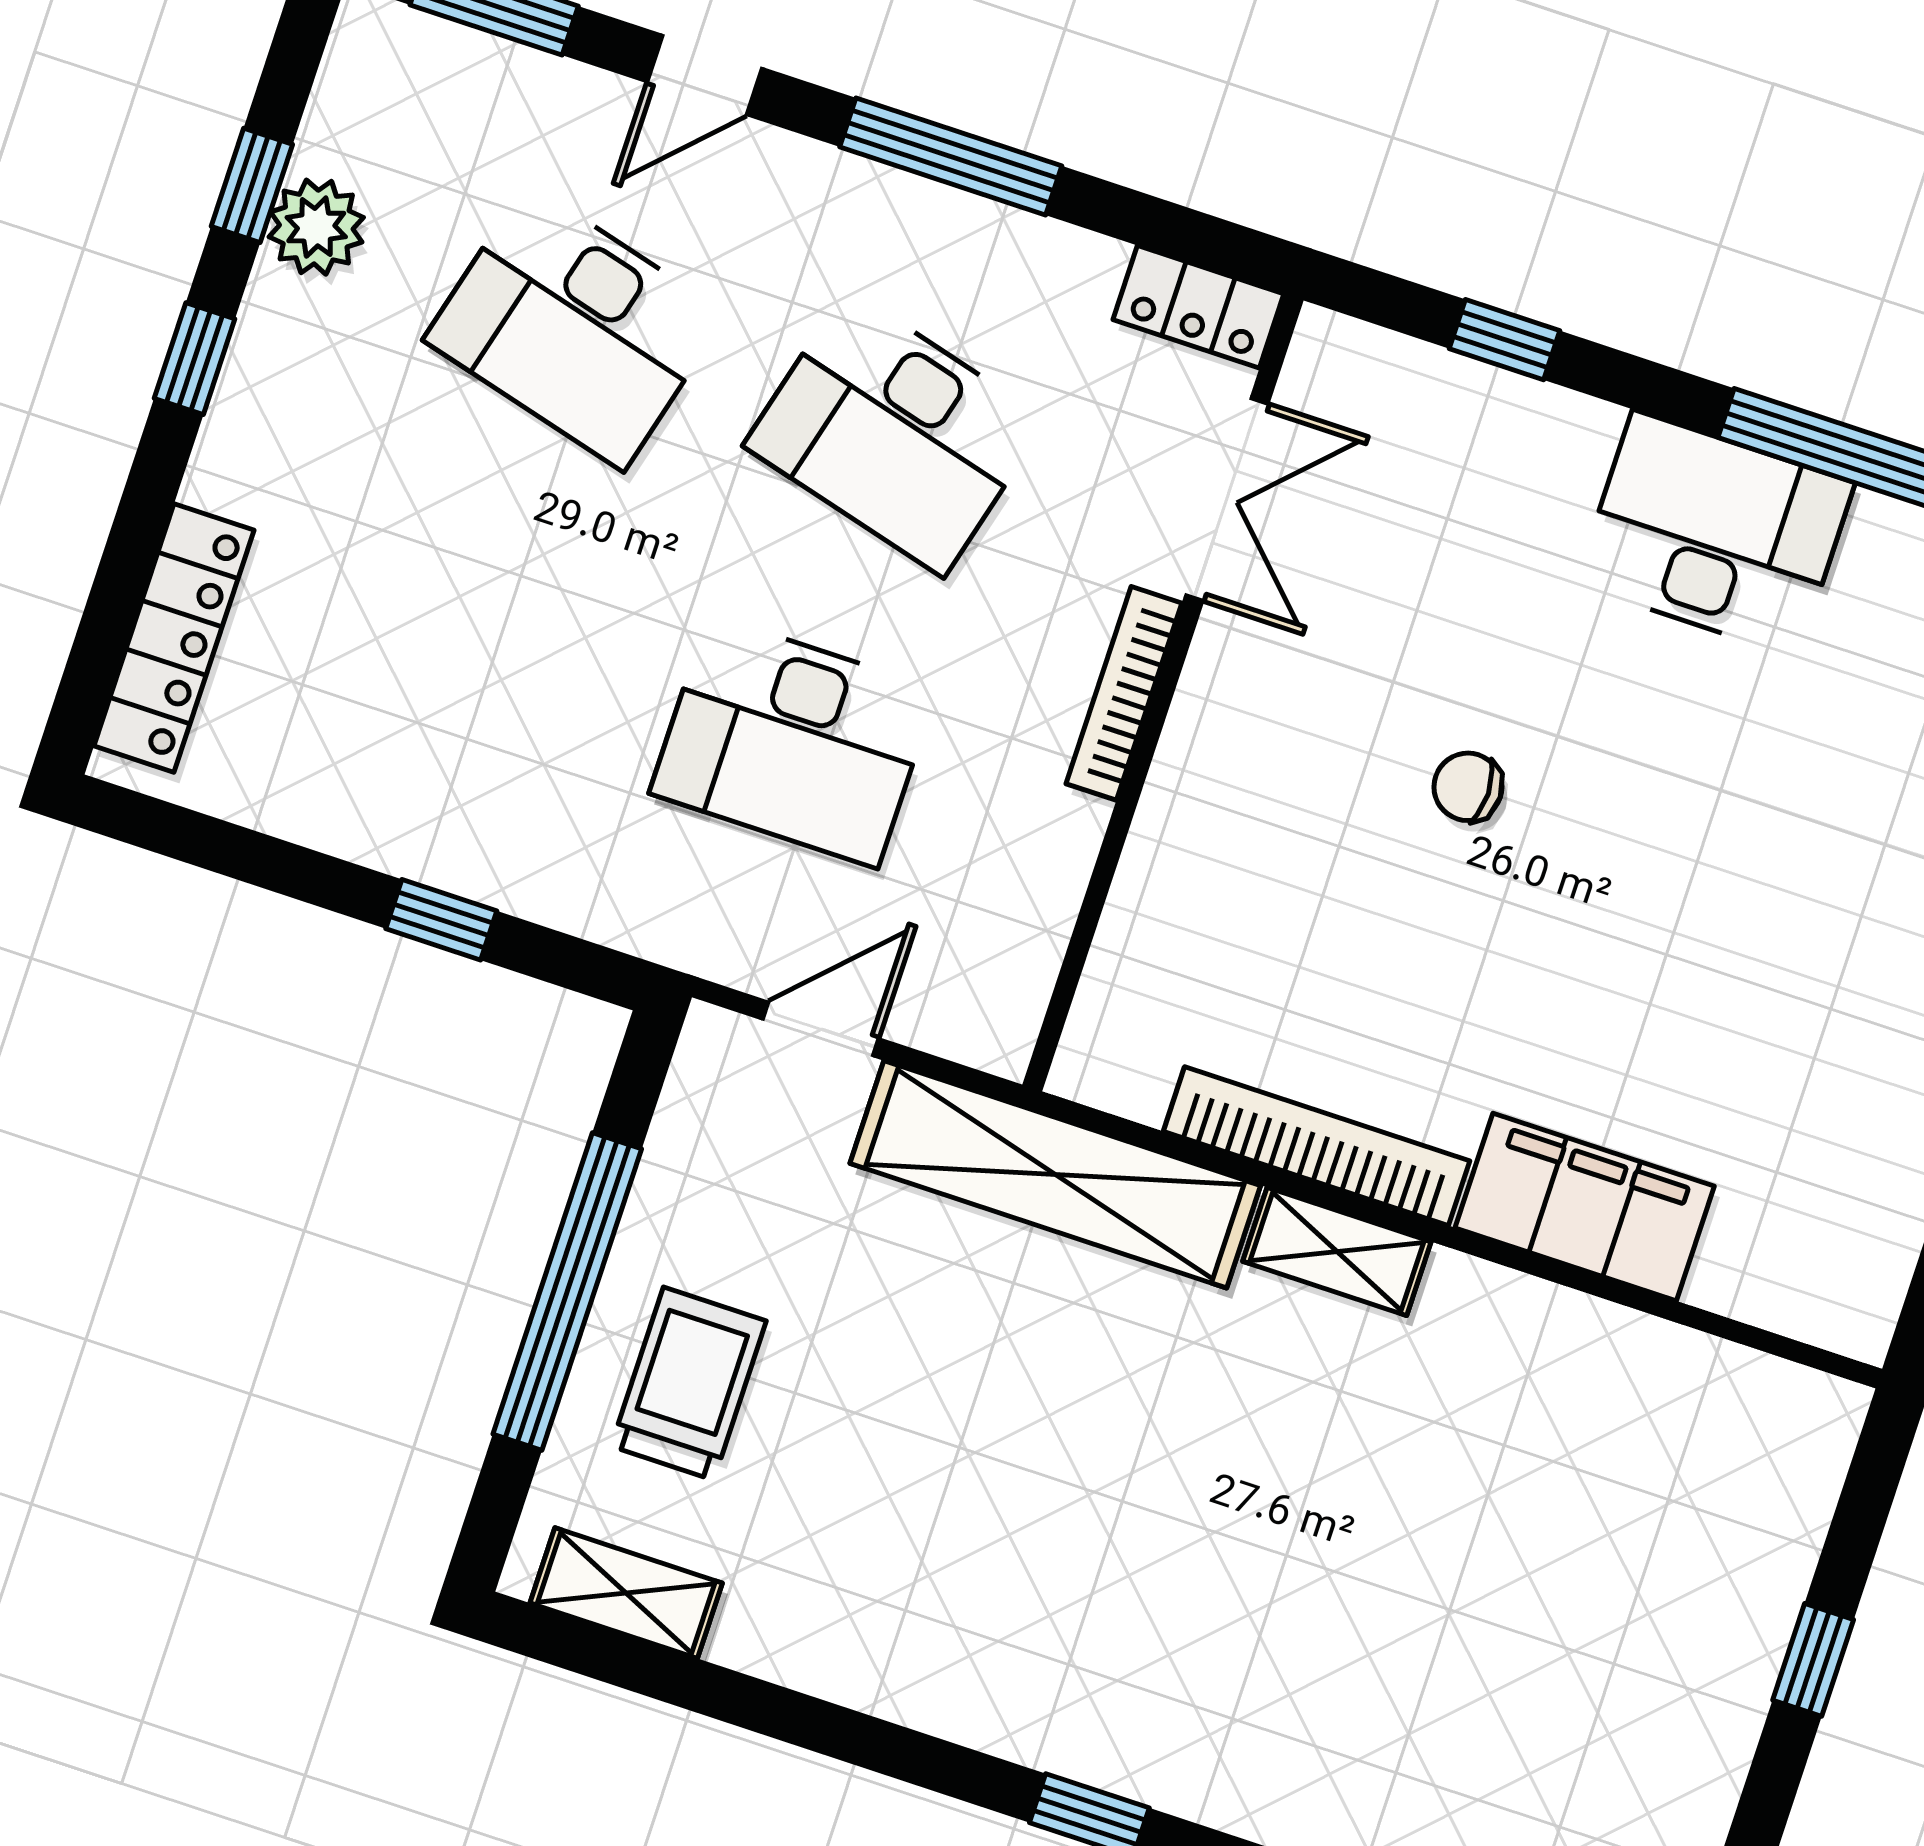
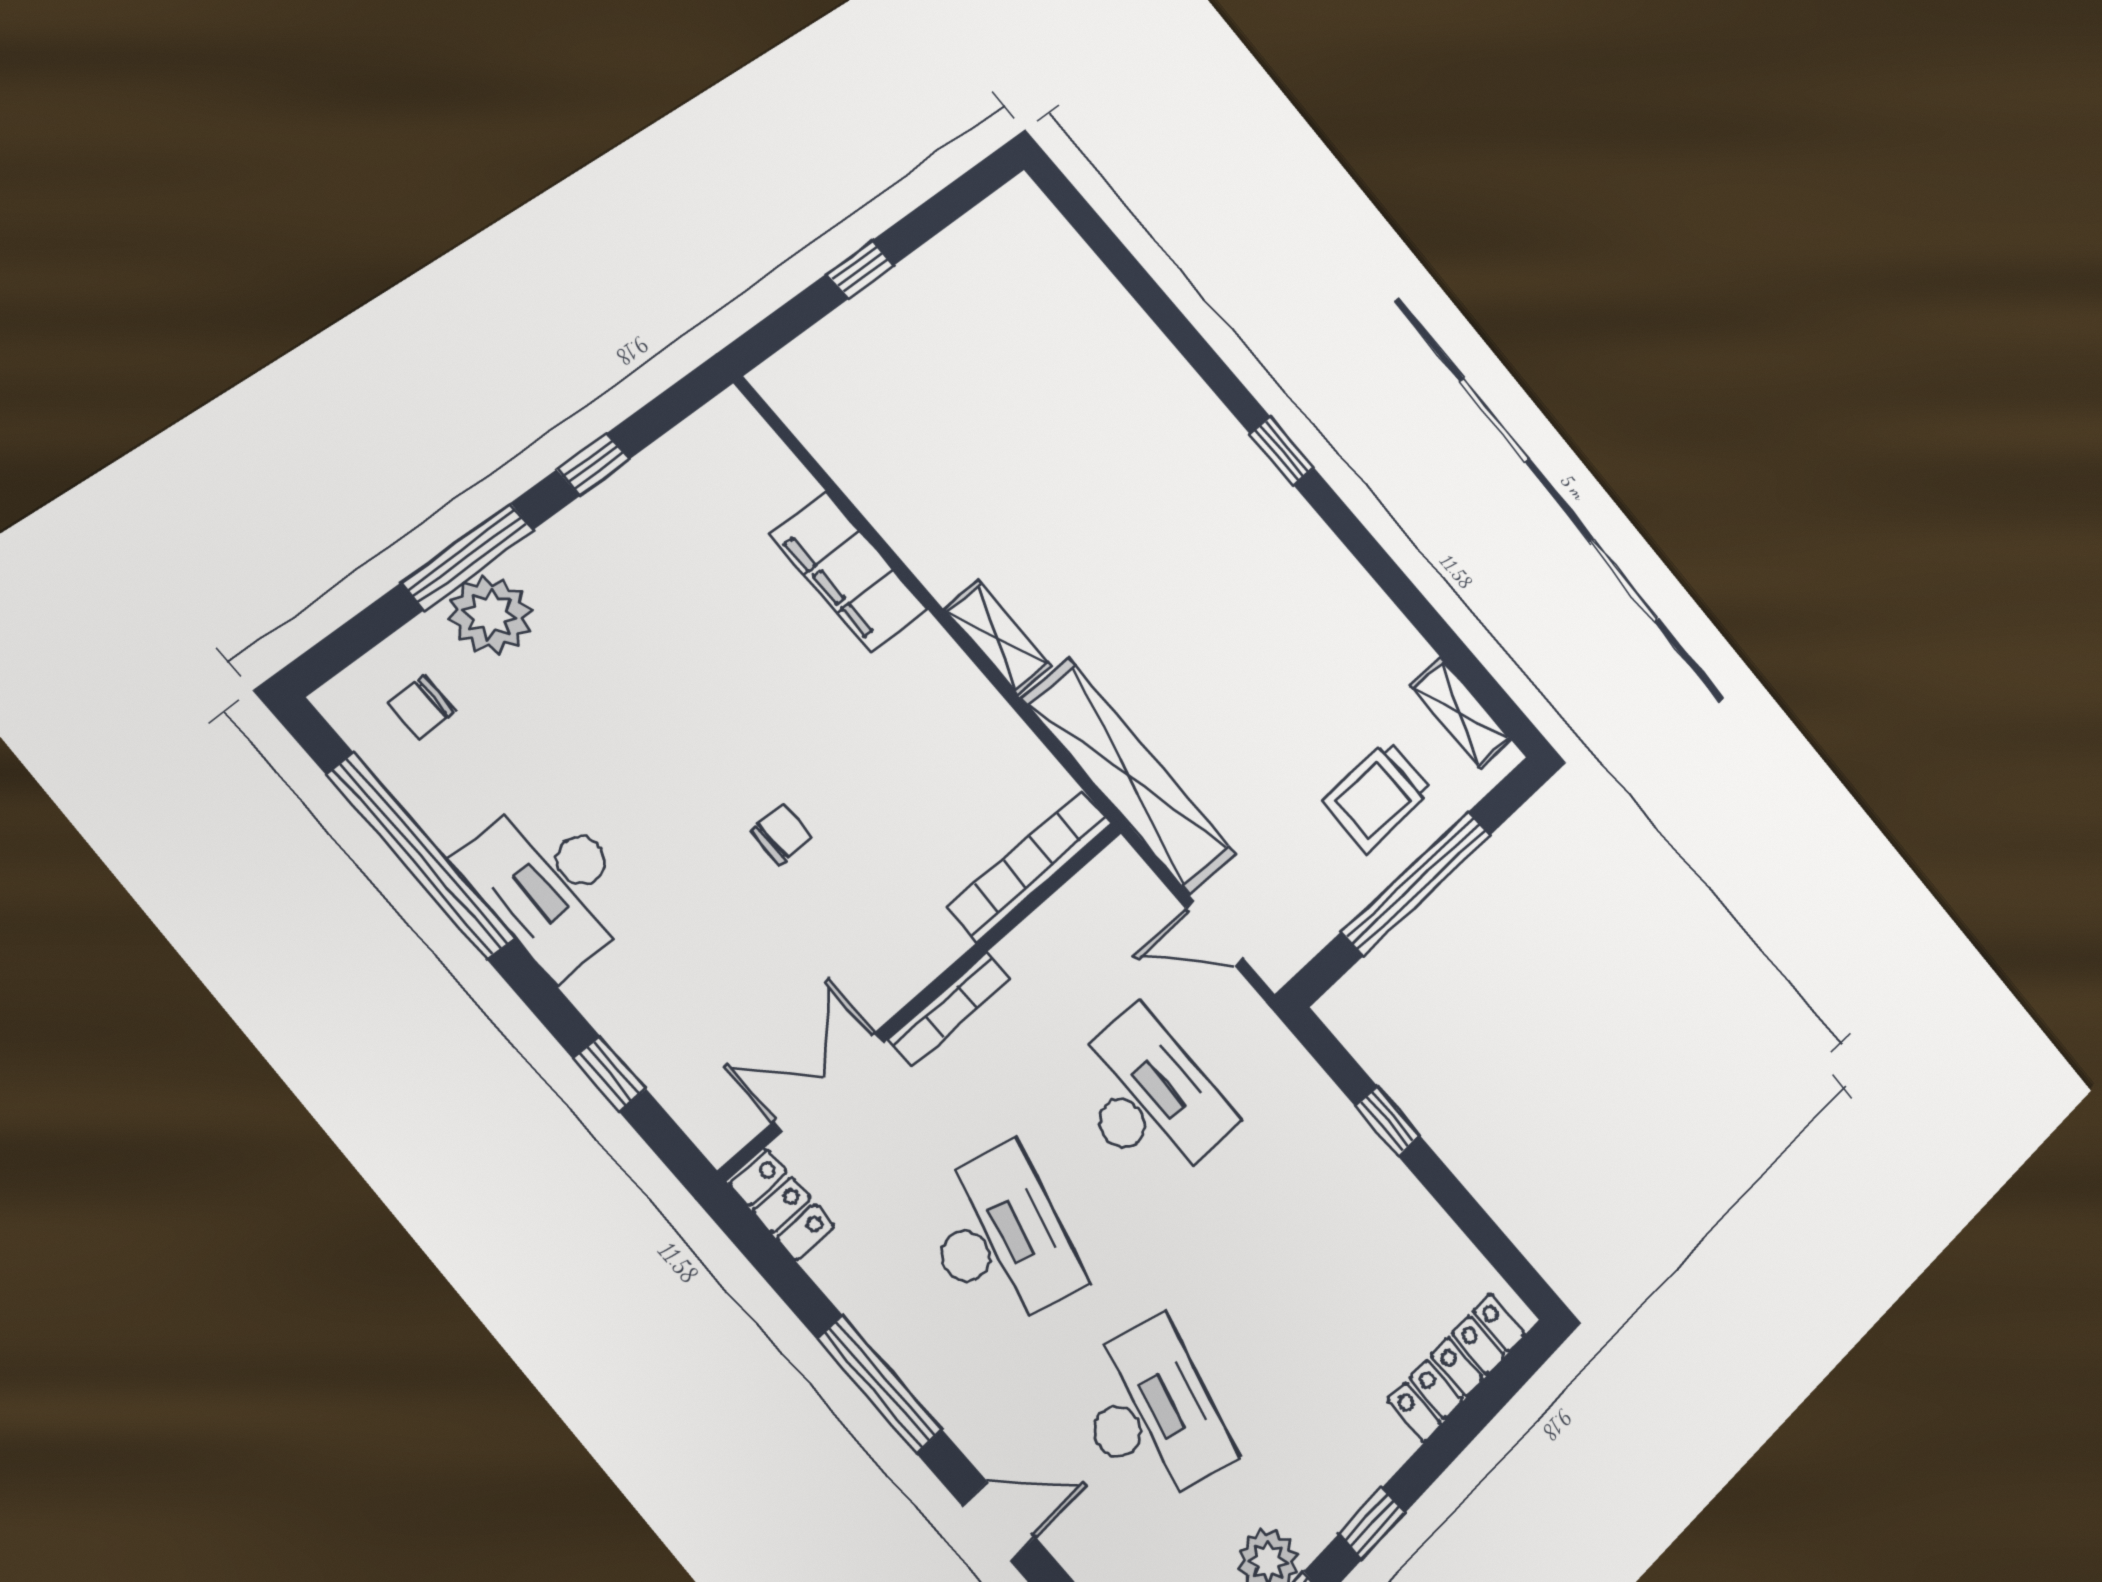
chair: (1468, 787) -> (782, 834), turned -90
bookcase: (1317, 1146) -> (1030, 865), moved, turned 90

